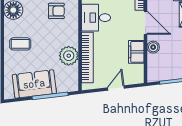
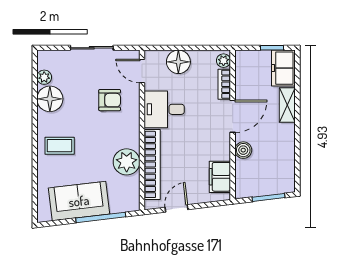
door: (145, 23) -> (233, 116), hinge flipped
filing cabinet: (136, 52) -> (220, 177), moved
door: (116, 88) -> (177, 208), moved

